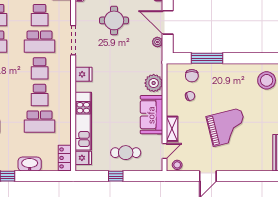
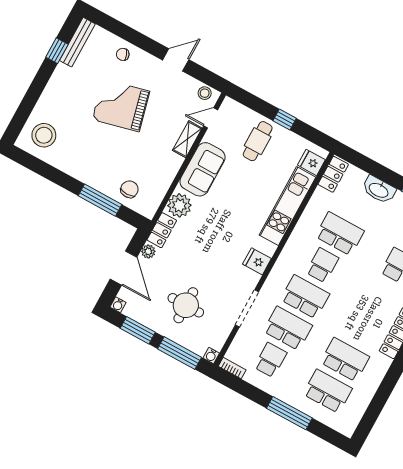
locker: (156, 61) -> (162, 230), added
school desk: (40, 68) -> (305, 297), width x1.85
chair: (190, 96) -> (123, 54), moved
cafe table: (126, 153) -> (258, 141), turned 90

